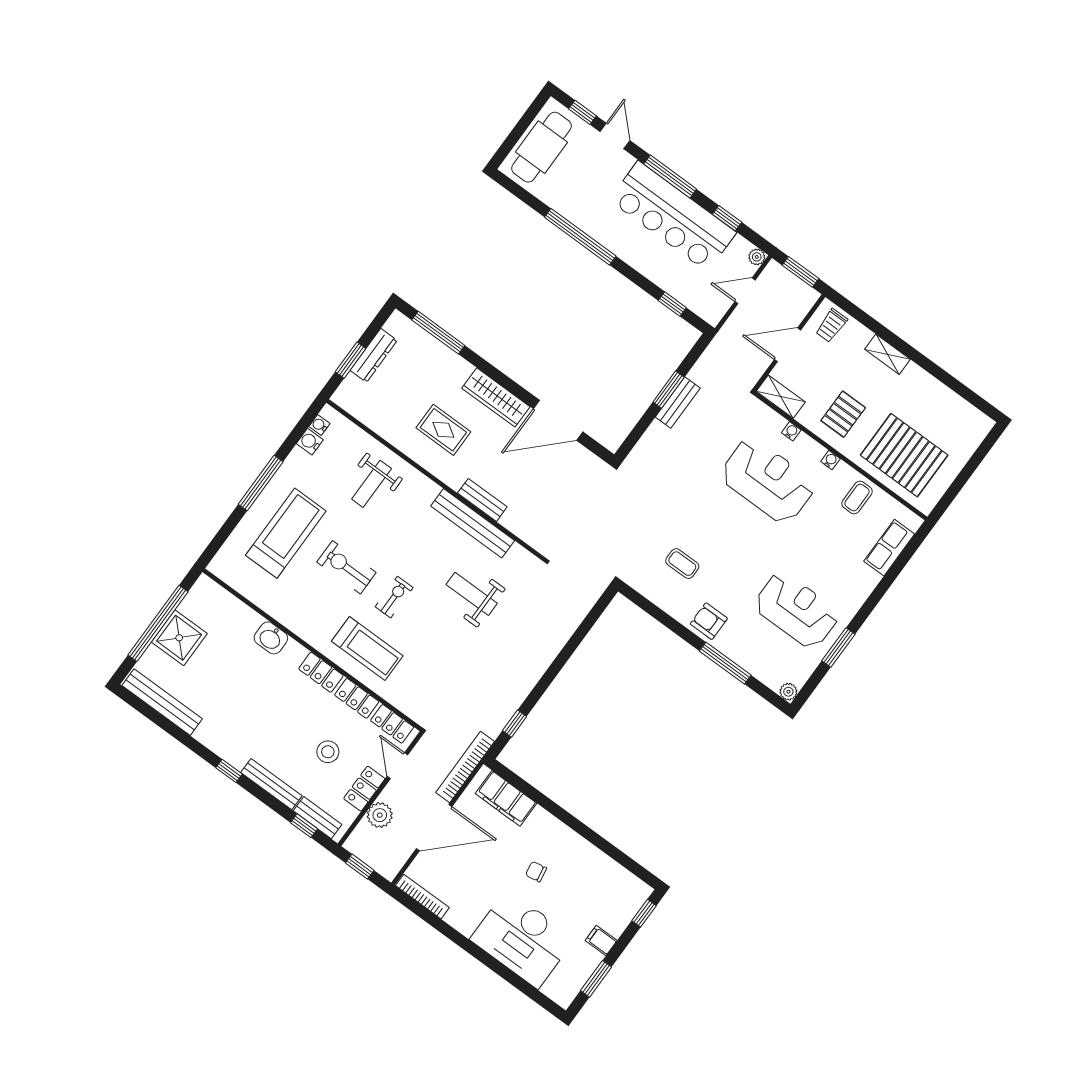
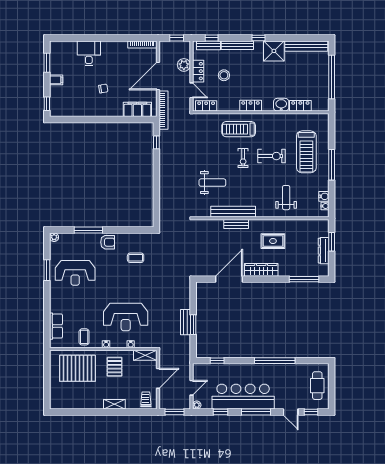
cafe table: (542, 147) -> (317, 386), width x0.73, depth x0.74
shower: (179, 638) -> (274, 51), moved
locker: (357, 698) -> (300, 106), moved
desk: (522, 939) -> (89, 53), width x0.53, depth x0.77

